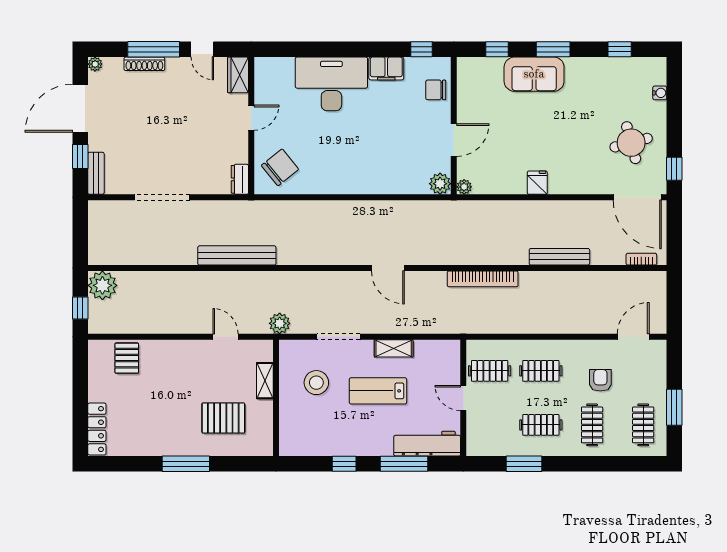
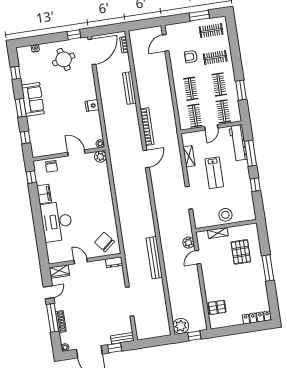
sofa: (534, 74) -> (33, 99), moved
door: (388, 268) -> (146, 159), moved
plant: (280, 323) -> (189, 243), moved
door: (633, 337) -> (166, 43), hinge flipped
shelving: (394, 348) -> (189, 156), moved
stool: (316, 383) -> (225, 215), moved
clothes rail: (490, 425) -> (223, 111), added

